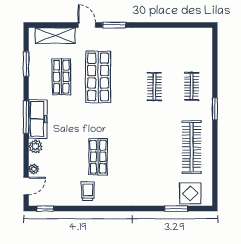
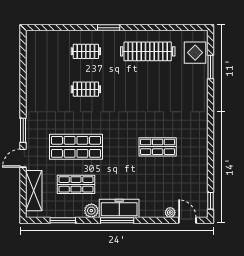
plant: (36, 146) -> (91, 211), moved
trolley: (88, 191) -> (193, 157), removed

